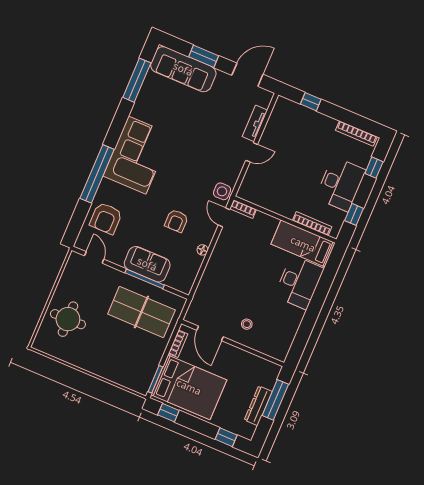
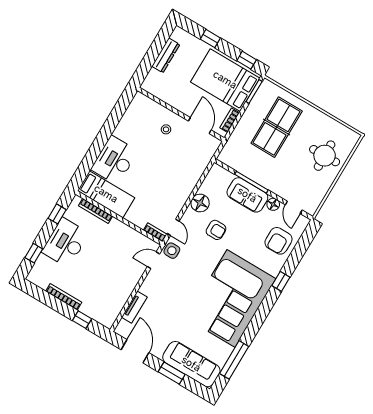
door: (247, 75) -> (135, 351), swing flipped
bookcase: (356, 133) -> (64, 297), moved
door: (252, 152) -> (154, 260), moved
corner sofa: (137, 155) -> (231, 299), width x1.36, depth x1.36
window: (97, 174) -> (281, 281), width x0.32
armchair: (106, 218) -> (278, 241), turned 180
armchair: (176, 221) -> (216, 230), turned 90
floor lamp: (202, 250) -> (200, 203), width x1.89, depth x1.89
floor lamp: (117, 258) -> (273, 204), added
table tennis table: (141, 312) -> (277, 127), moved, turned 90
window: (275, 400) -> (150, 58), removed
window: (226, 437) -> (210, 39), moved

